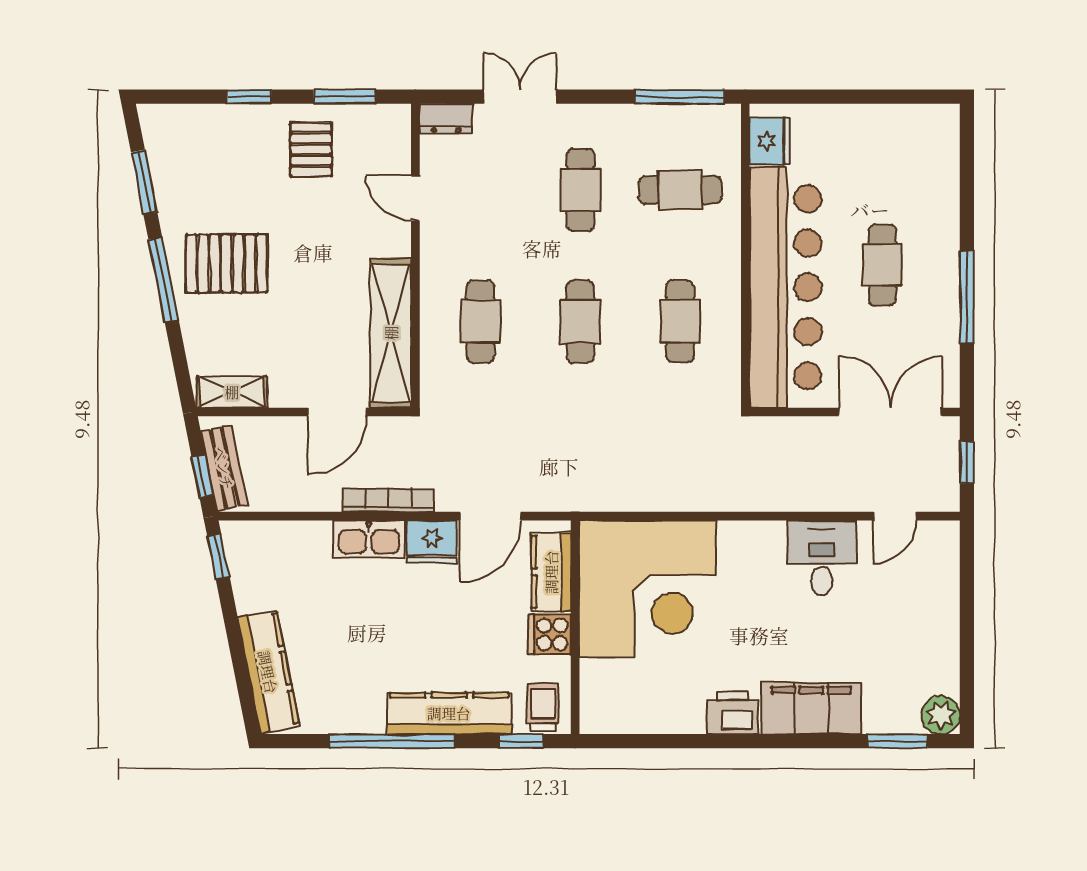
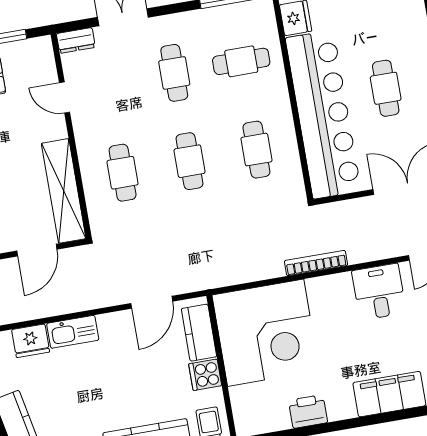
bookcase: (388, 500) -> (316, 263), moved
fridge: (432, 542) -> (31, 341), moved
printer: (733, 713) -> (308, 411), moved

